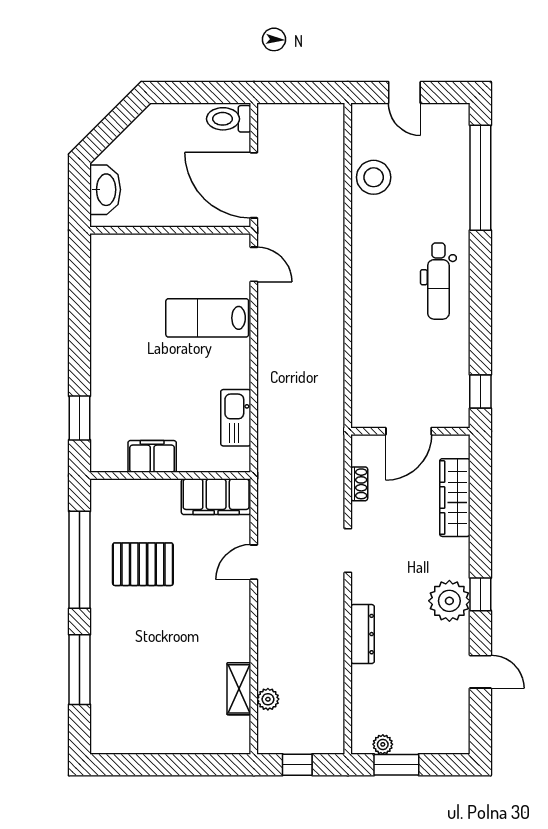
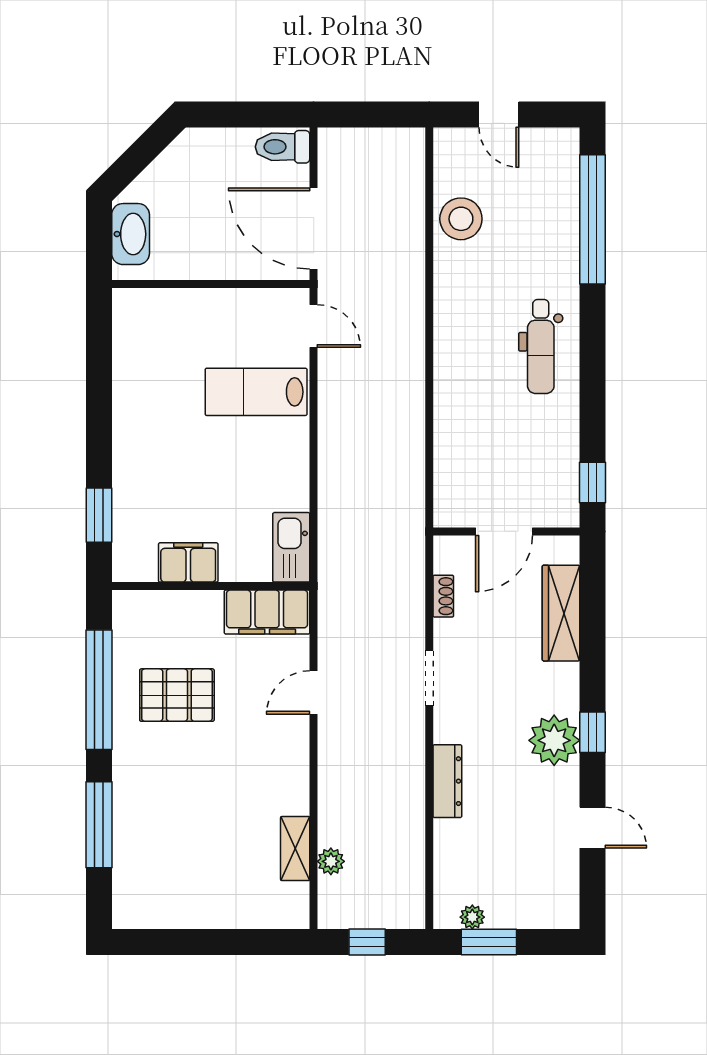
kitchen sink: (236, 418) -> (291, 547), moved

